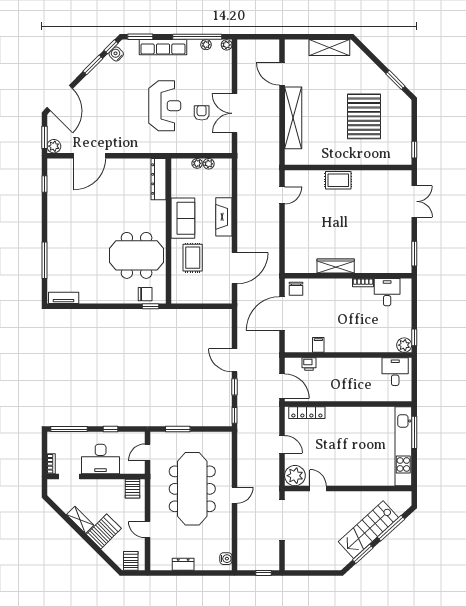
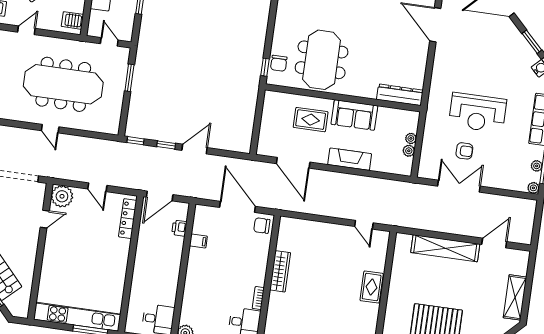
door: (282, 444) -> (97, 187), hinge flipped

